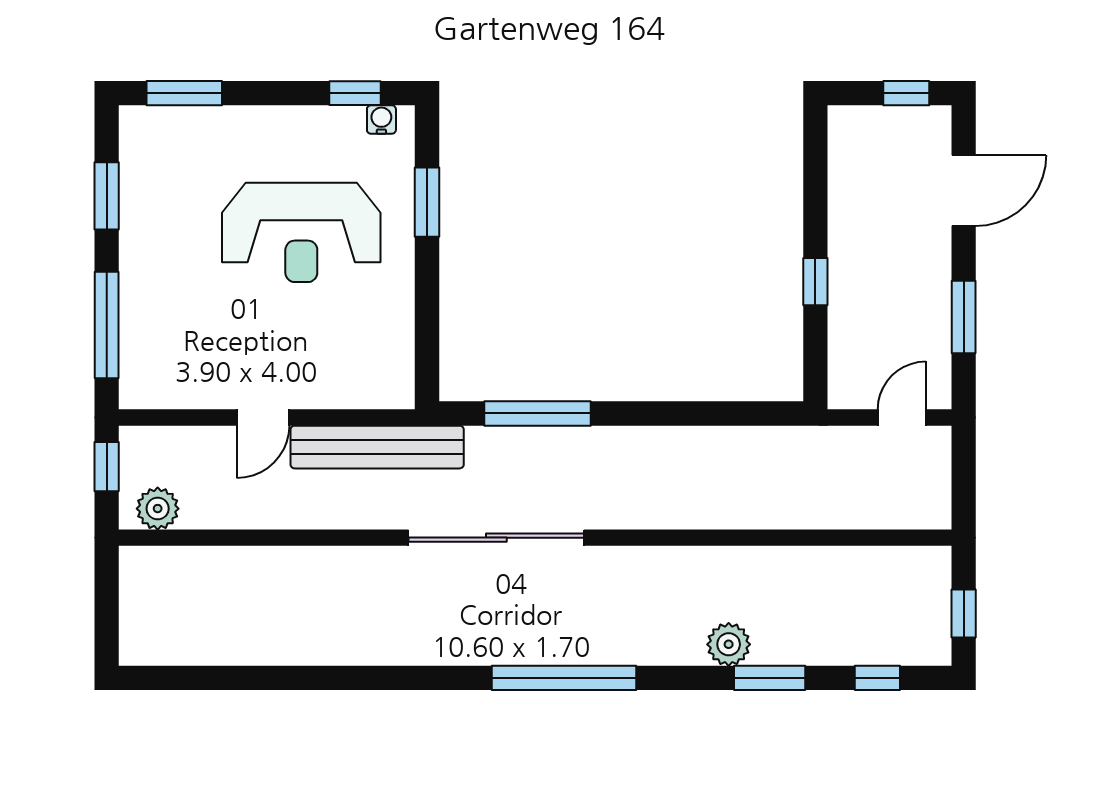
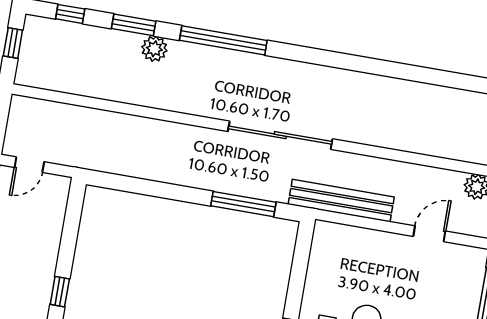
window: (815, 282) -> (60, 292), moved
door: (263, 418) -> (429, 234), moved
window: (564, 678) -> (223, 40), moved

